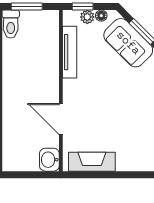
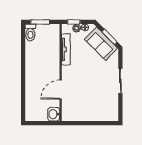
door: (61, 119) -> (61, 90), hinge flipped
fireplace: (92, 162) -> (79, 115), removed

